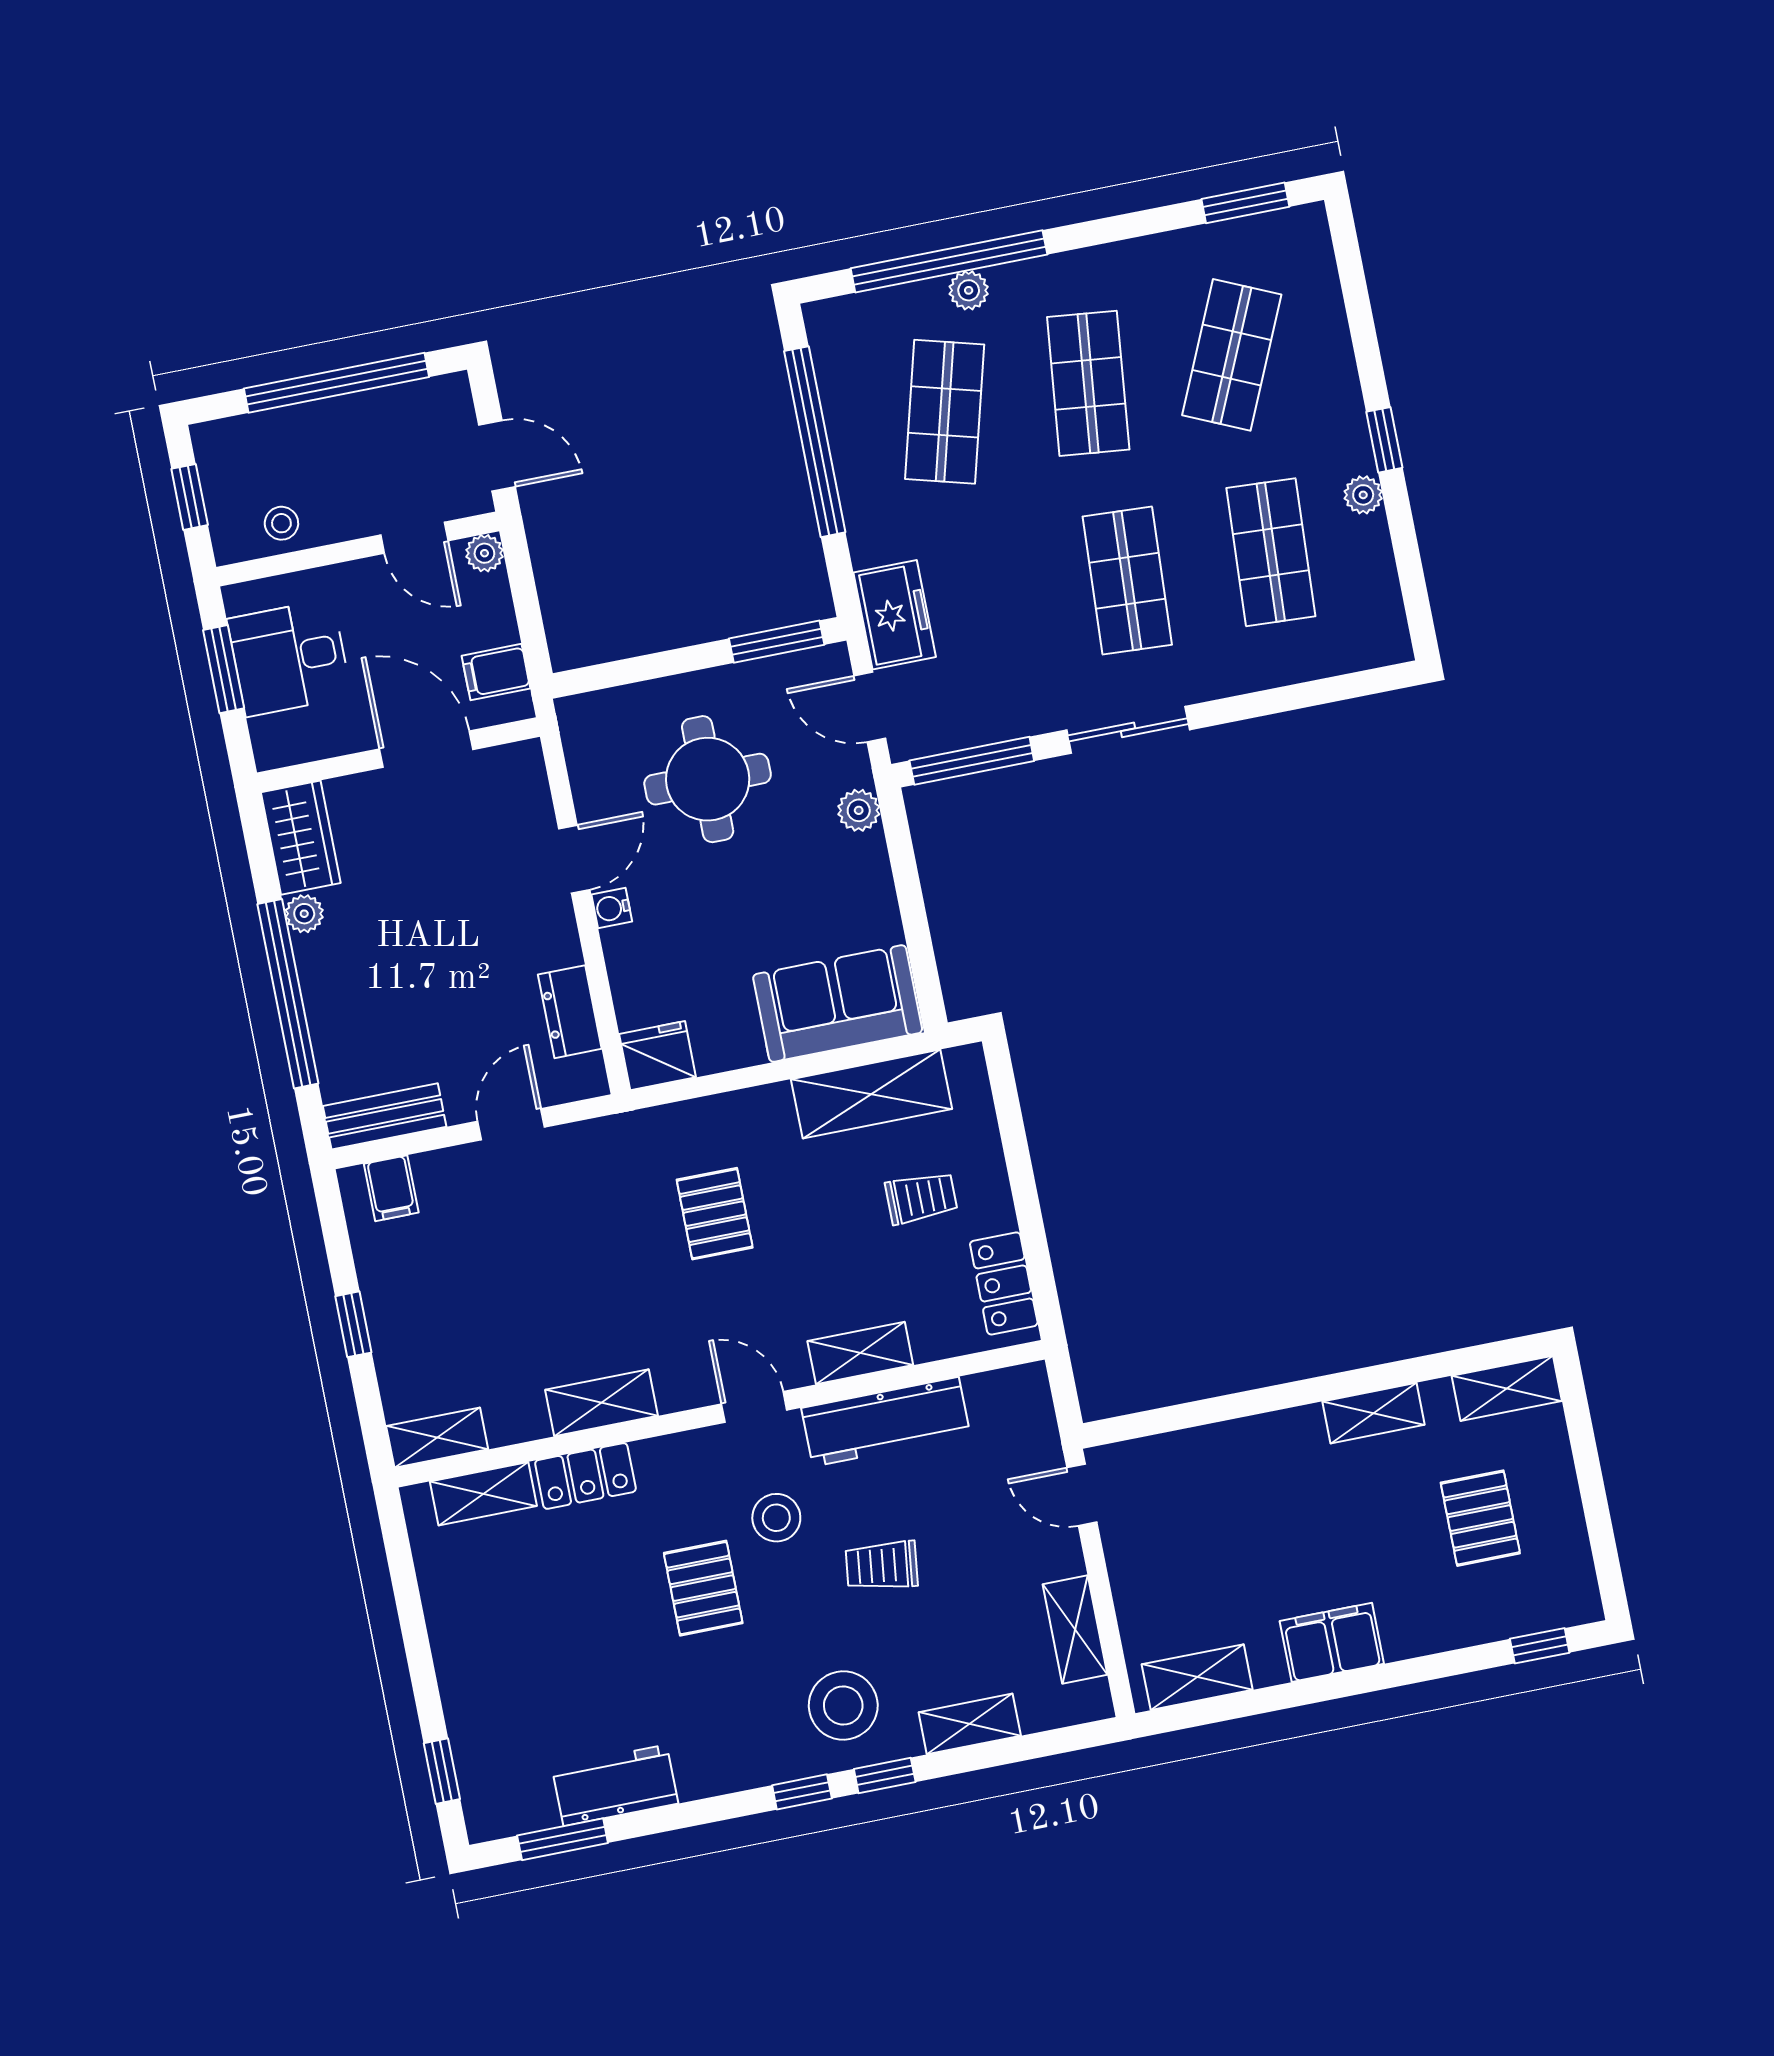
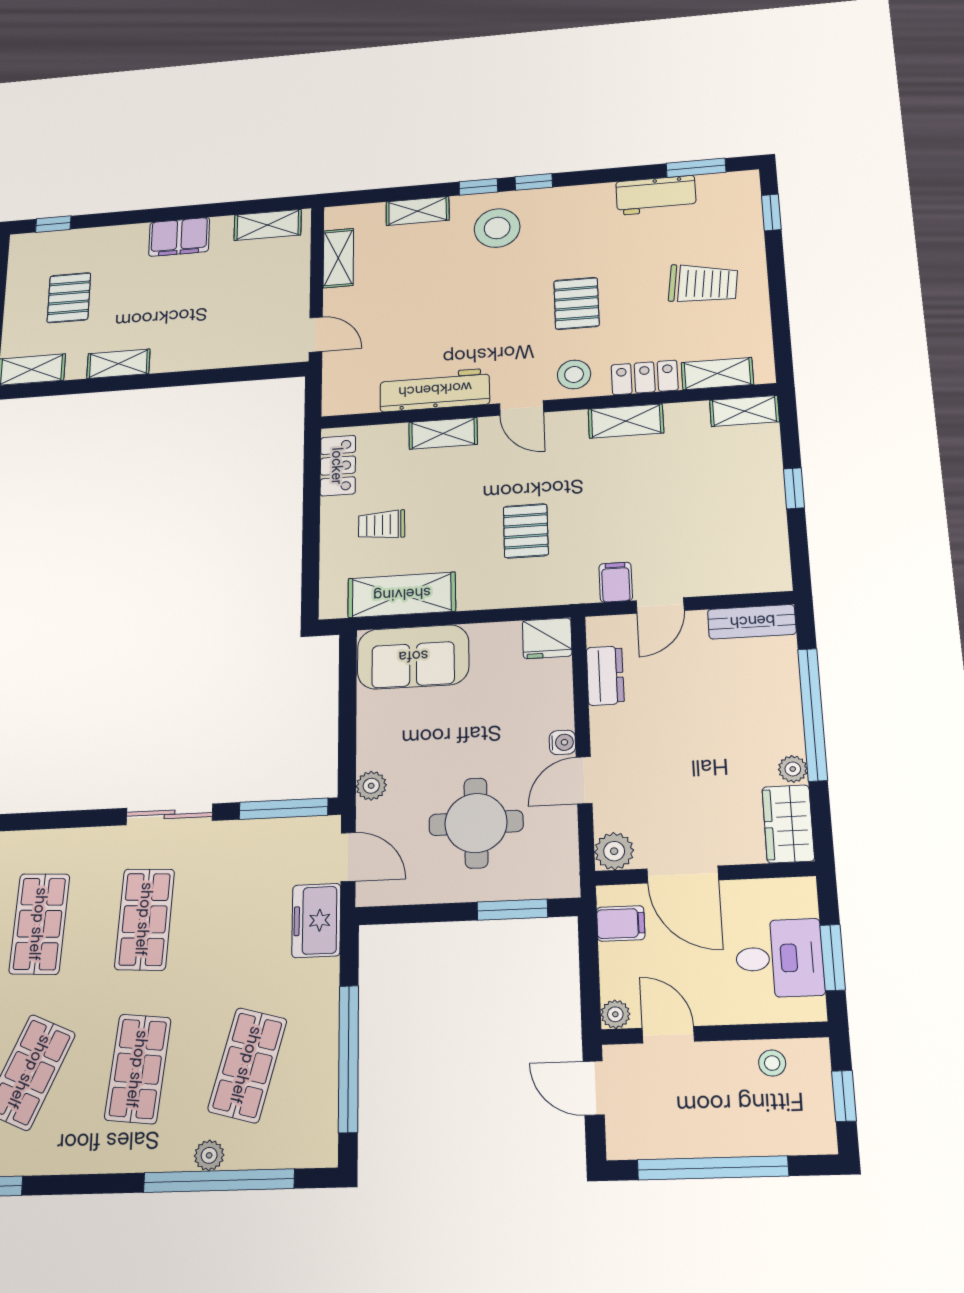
window: (777, 642) -> (512, 910), moved
plant: (519, 767) -> (614, 851), added
filing cabinet: (391, 1188) -> (616, 582), moved
stool: (776, 1518) -> (574, 374), moved
trolley: (882, 1566) -> (703, 284), moved, width x1.36, depth x1.39

